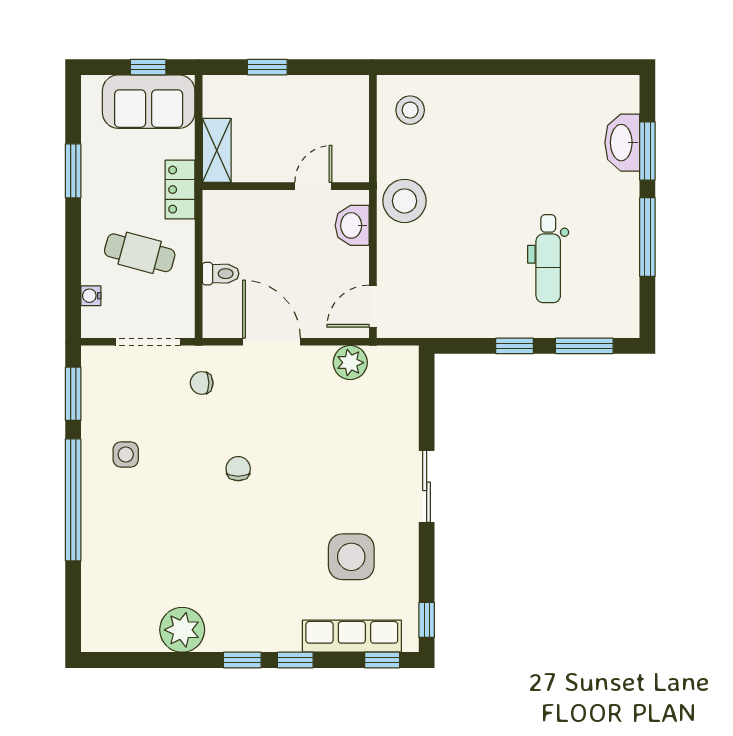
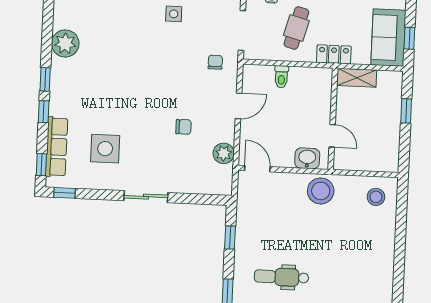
door: (271, 342) -> (238, 106), width x0.73
window: (515, 346) -> (230, 238), moved
chair: (238, 469) -> (184, 127), moved

